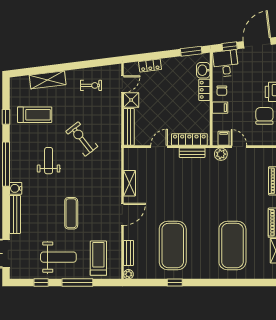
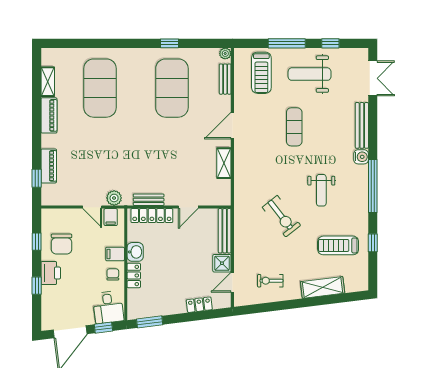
washbasin: (203, 70) -> (135, 252), moved

